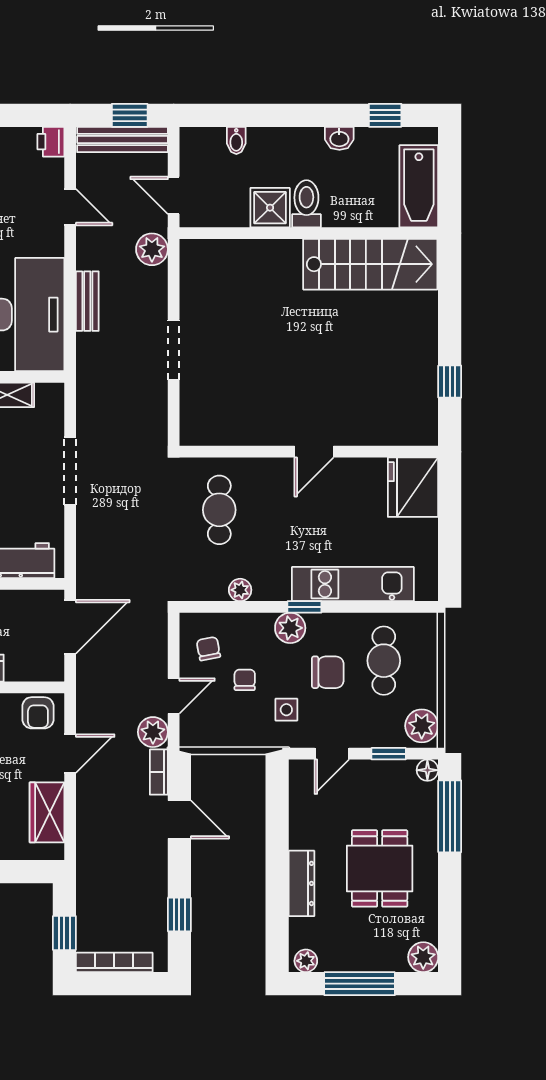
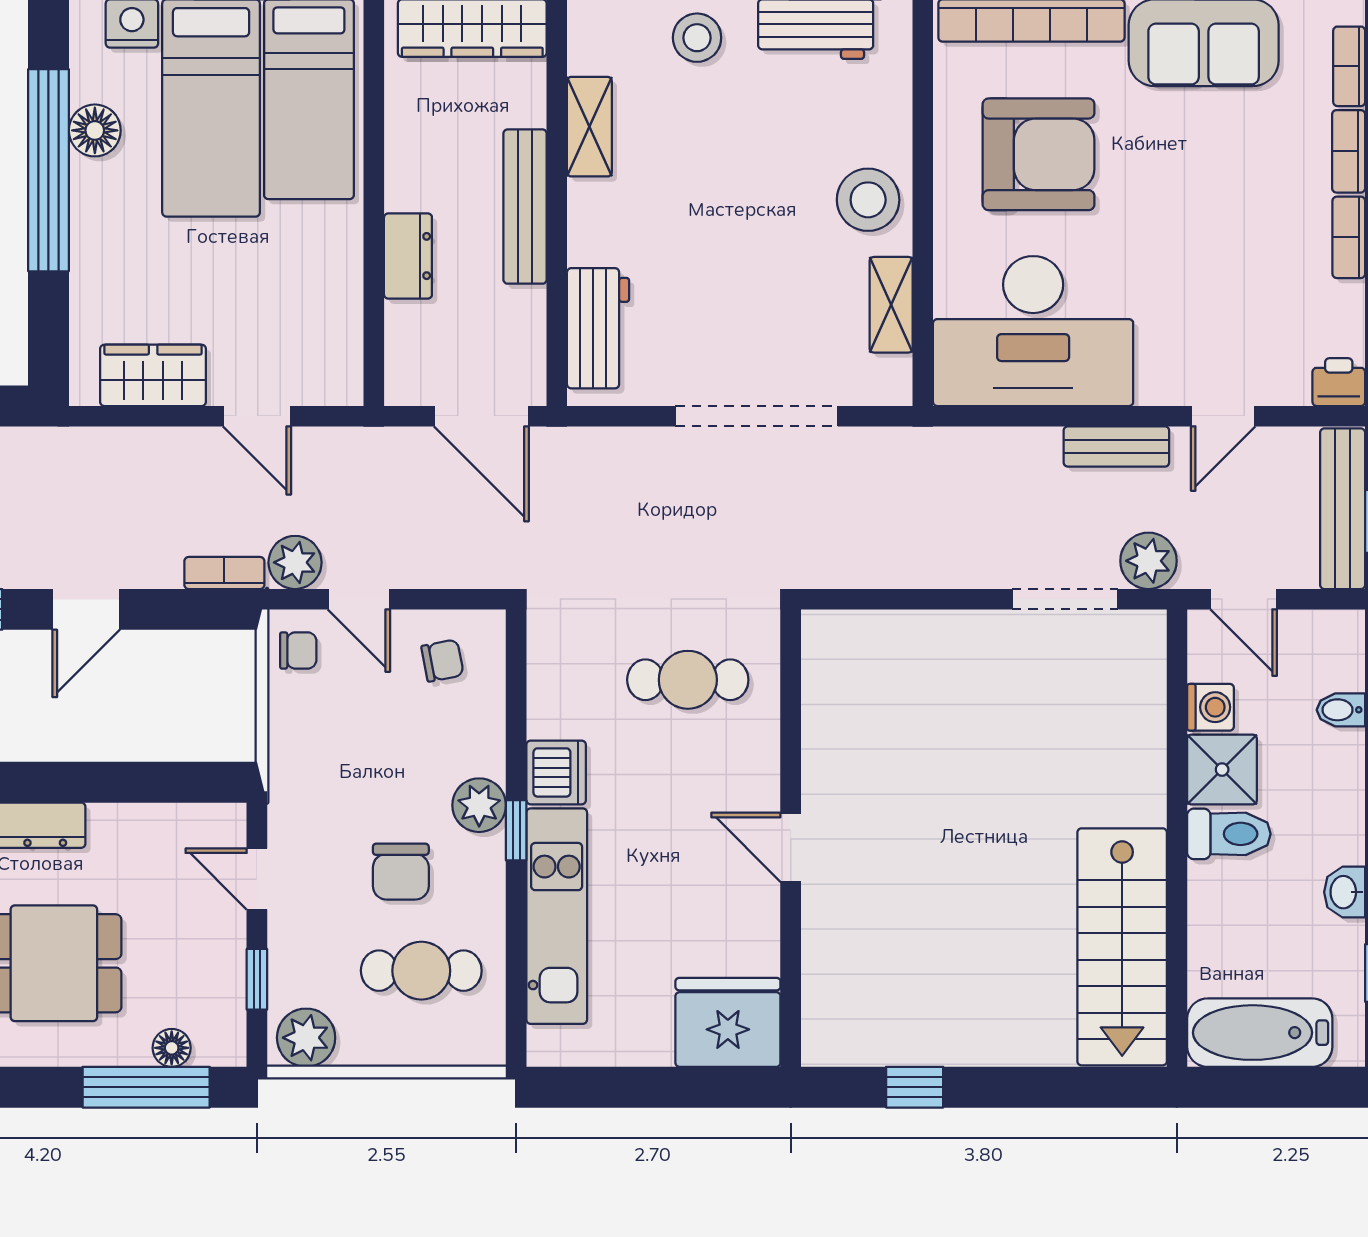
door: (174, 195) -> (1244, 599), swing flipped
washing machine: (235, 214) -> (1211, 707), added
bench: (87, 301) -> (1116, 446), moved
doorway: (174, 350) -> (1065, 599), moved
doorway: (70, 471) -> (757, 416), width x1.36
dishwasher: (272, 584) -> (556, 772), added
plant: (240, 590) -> (546, 717), removed
chair: (245, 680) -> (298, 650), moved
side table: (286, 710) -> (335, 798), removed
armchair: (38, 713) -> (329, 359), removed
floor lamp: (427, 770) -> (172, 1048), moved
door: (179, 820) -> (86, 609), moved

